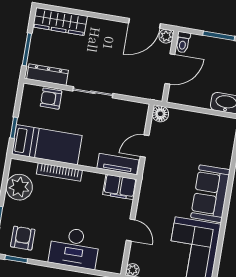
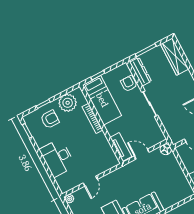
filing cabinet: (120, 187) -> (109, 157), removed
armchair: (23, 238) -> (50, 119), moved

